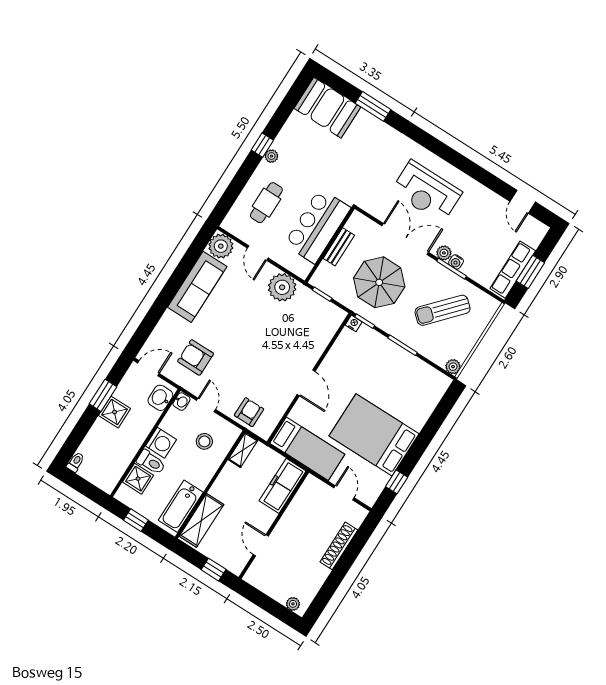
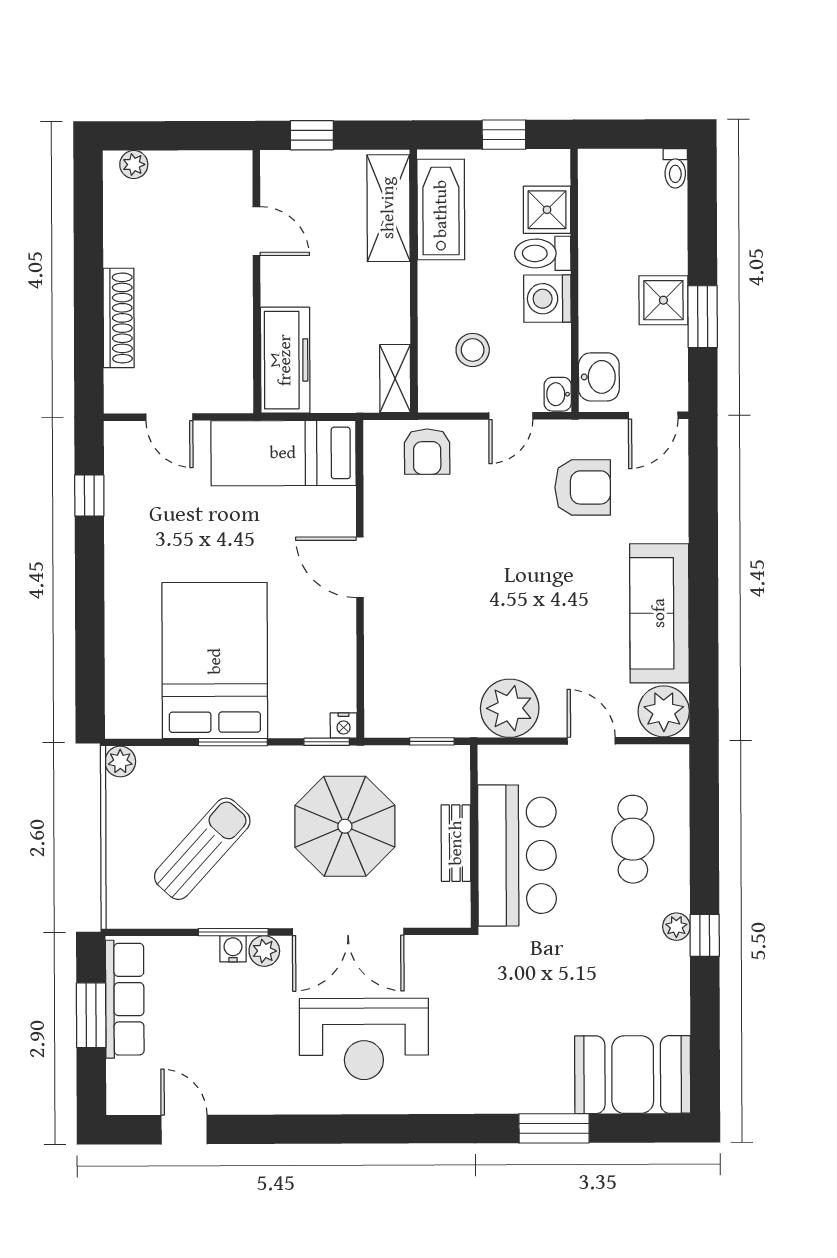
reception desk: (427, 192) -> (364, 1039), turned 180
door: (206, 405) -> (511, 416), hinge flipped
bed: (374, 435) -> (215, 661), moved, turned -90

